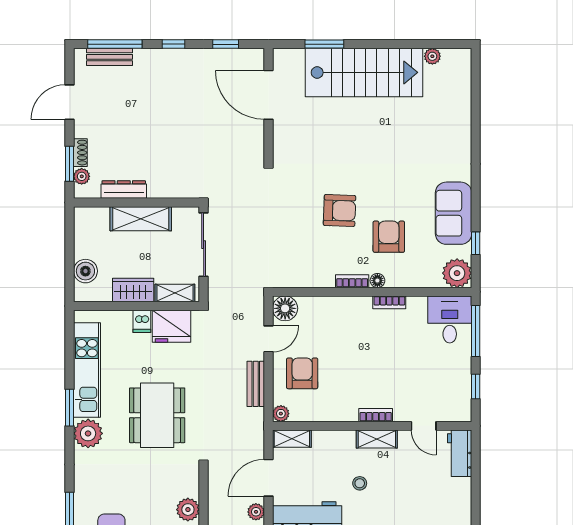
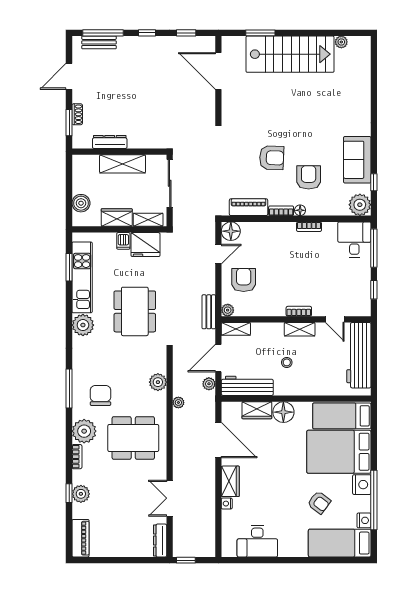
plant: (82, 176) -> (78, 132), removed
piano: (309, 276) -> (249, 207), added
bench: (256, 384) -> (209, 312), moved
window: (70, 408) -> (69, 267), moved
workbench: (460, 453) -> (359, 355), width x1.88, depth x1.32

